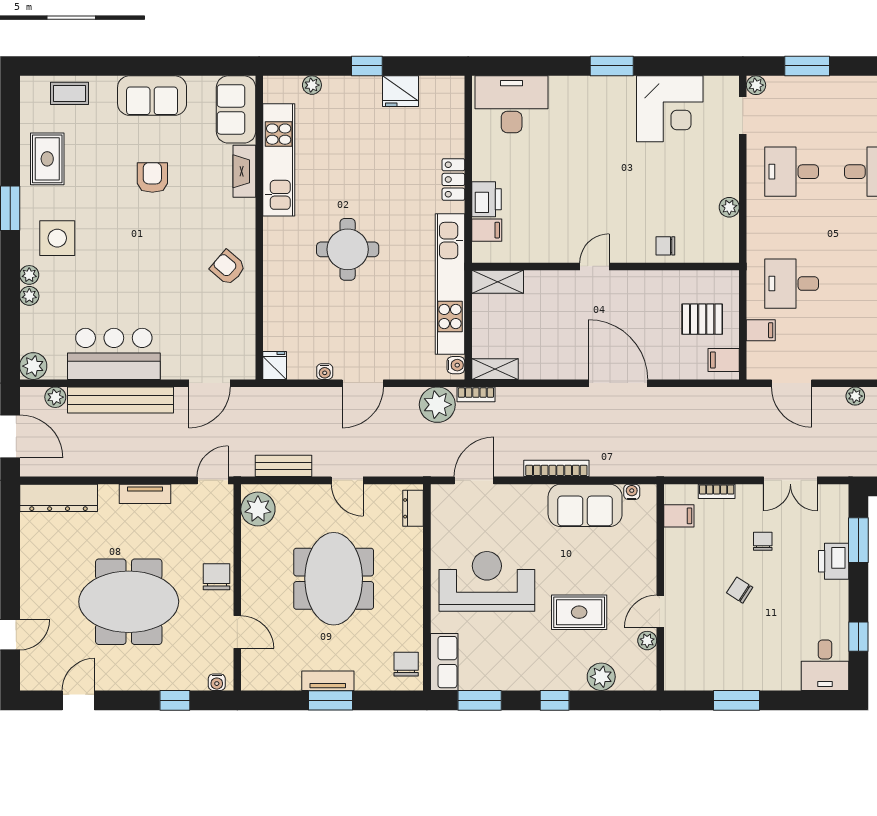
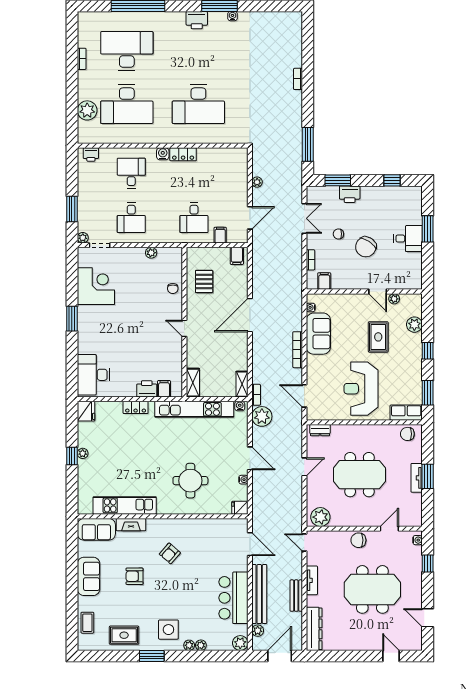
plant: (312, 85) -> (83, 453), moved
fridge: (401, 91) -> (86, 411), moved
round table: (348, 249) -> (190, 481), moved
armchair: (228, 268) -> (170, 553), moved
pallet: (702, 319) -> (204, 282), moved
bench: (283, 466) -> (296, 596), moved
chair: (740, 590) -> (366, 247), width x1.87, depth x1.87
meeting table: (129, 602) -> (372, 589), turned 90
desk: (825, 665) -> (408, 239), moved
window: (736, 700) -> (428, 229), moved

